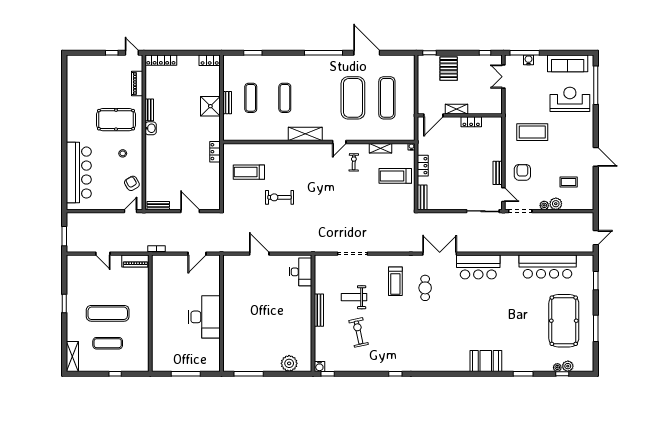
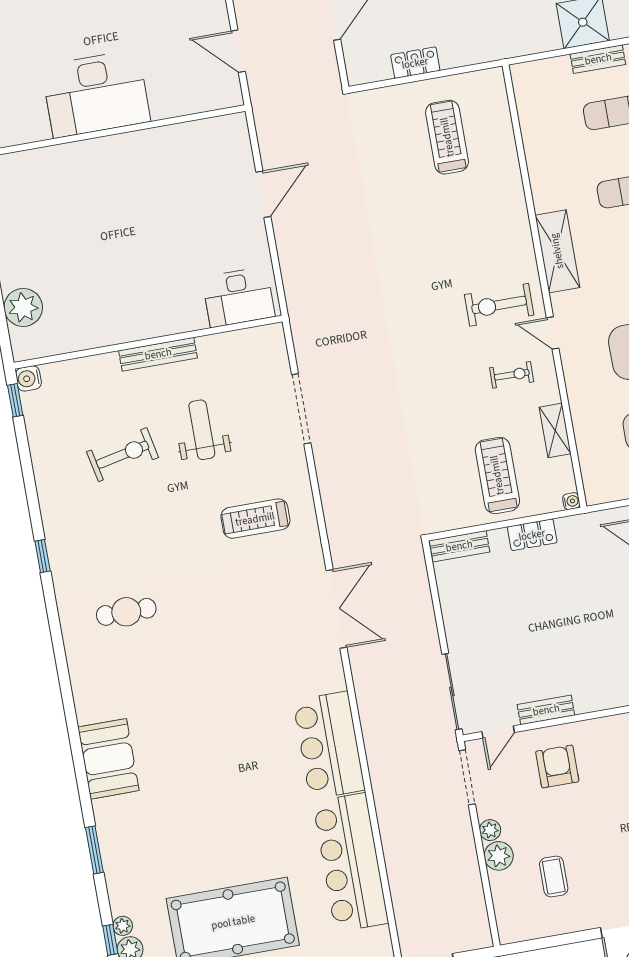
locker: (215, 152) -> (415, 63), moved
armchair: (522, 172) -> (557, 766), turned -90
exercise bike: (279, 197) -> (499, 305), moved, turned -90
bar counter: (478, 267) -> (329, 745), moved
cafe table: (425, 288) -> (126, 612), moved

